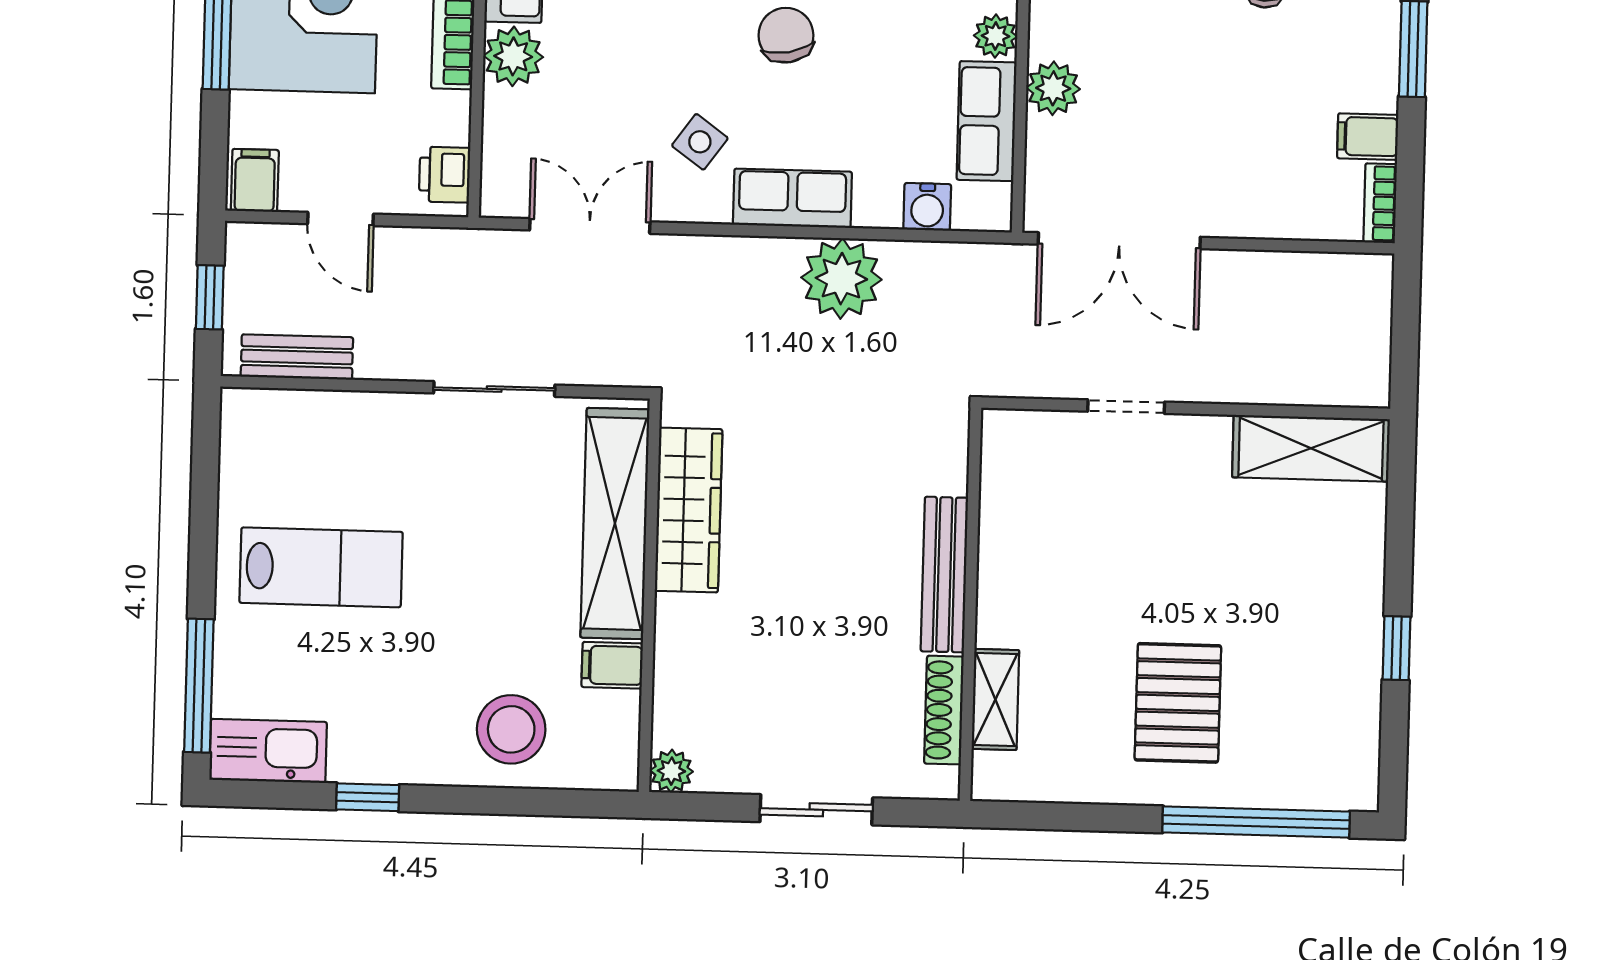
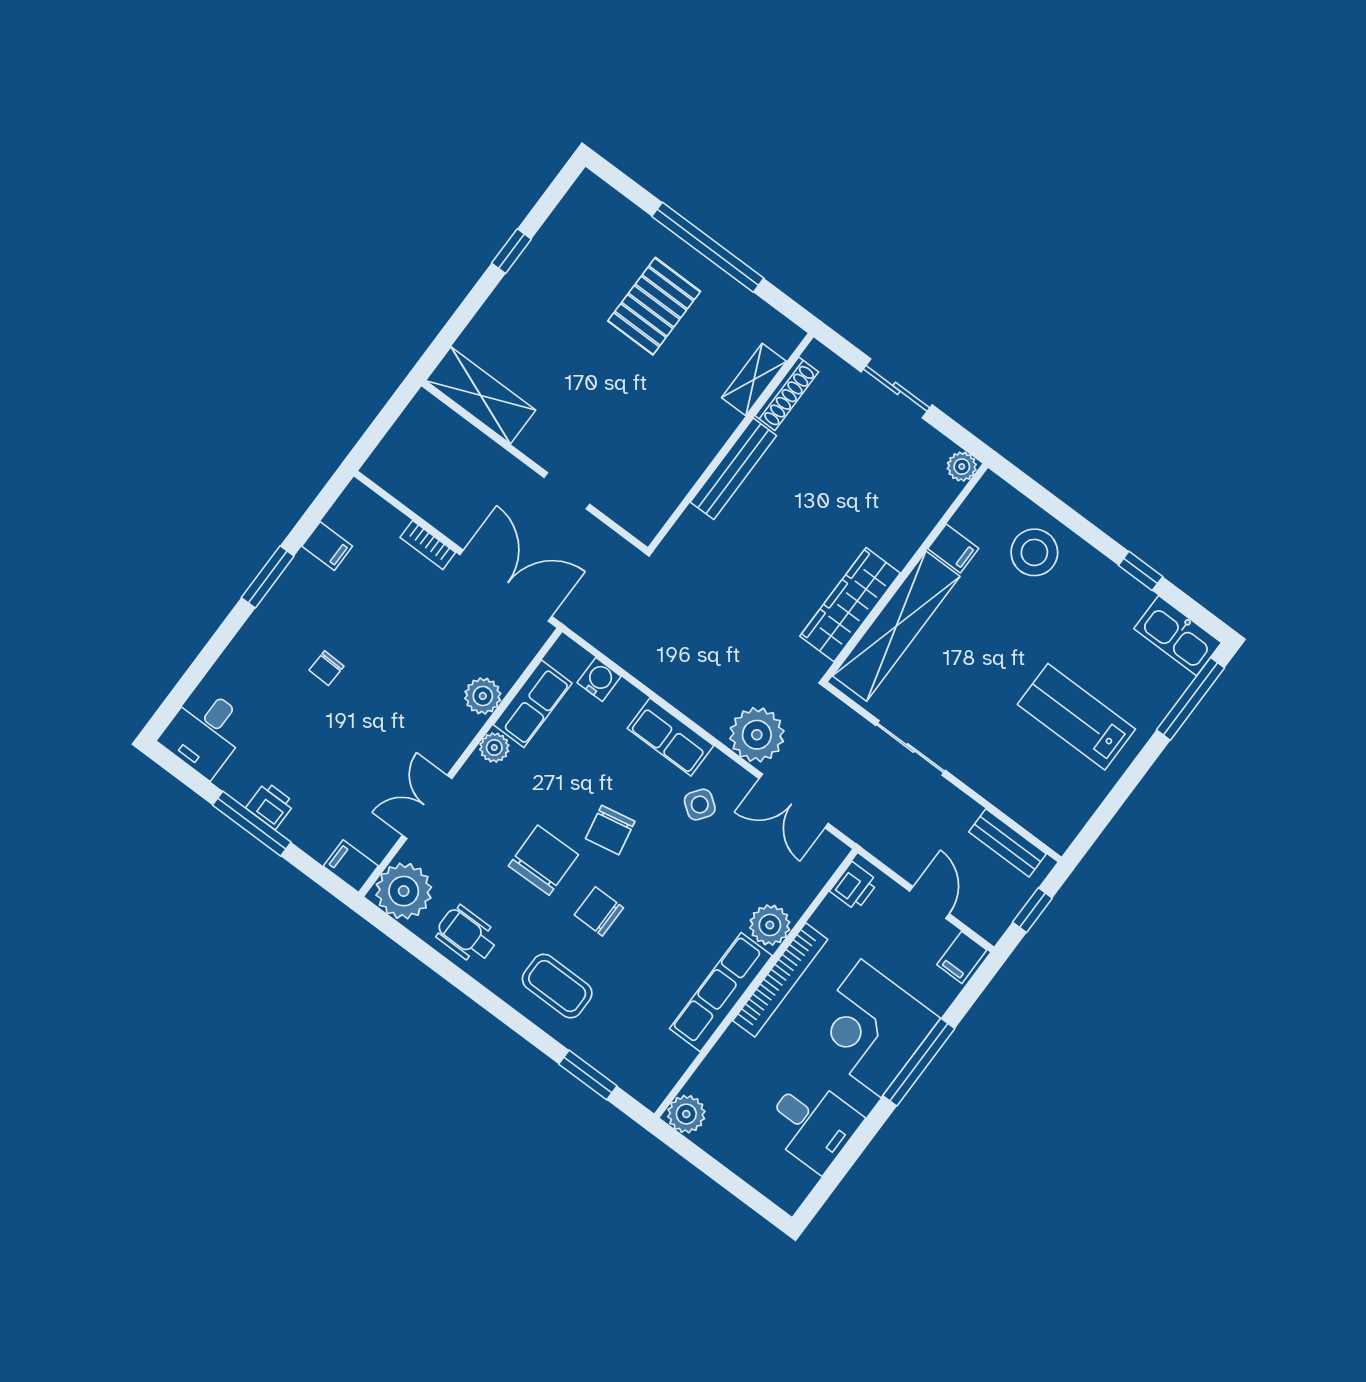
bookcase: (1380, 203) -> (428, 545), moved, turned 90
plant: (841, 279) -> (757, 735), moved
window: (1256, 822) -> (708, 247), moved

